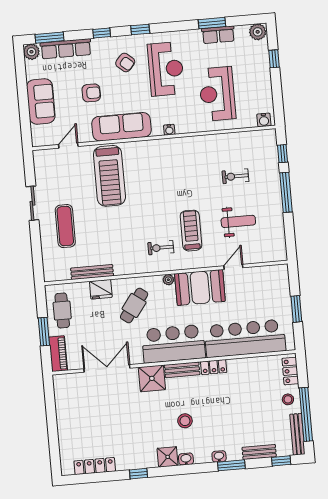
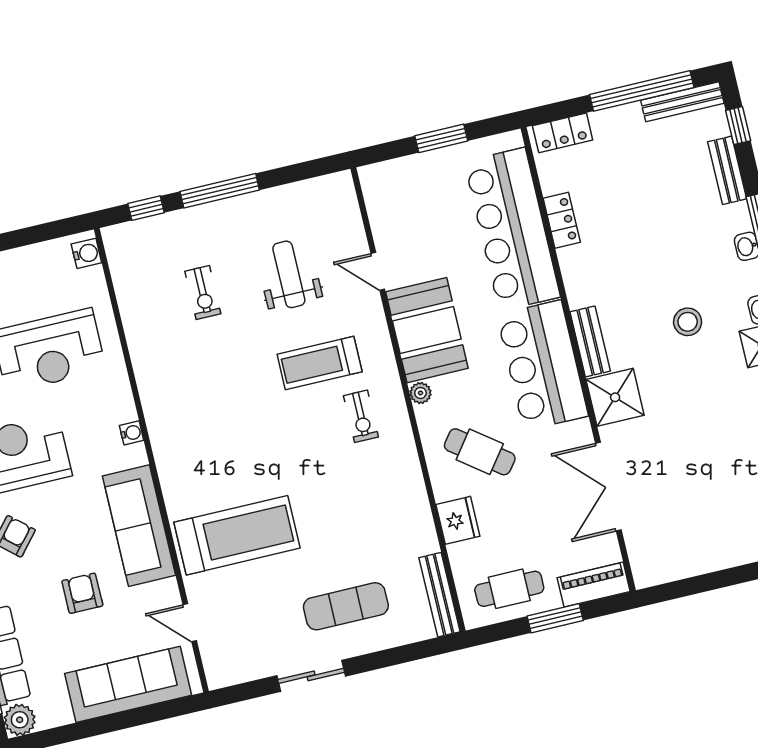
sofa: (41, 101) -> (128, 684), width x1.36
bench: (92, 272) -> (439, 595), moved
locker: (214, 367) -> (562, 220), moved
stool: (288, 399) -> (618, 130), removed

